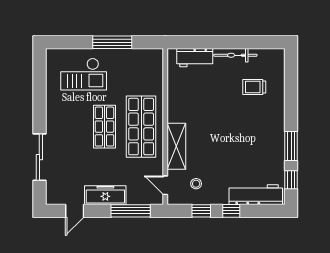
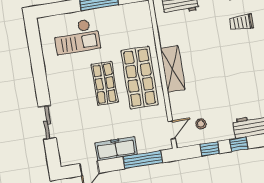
shelving: (176, 146) -> (173, 69), moved
sliding door: (39, 157) -> (47, 123), width x0.73
door: (165, 185) -> (172, 130), swing flipped

